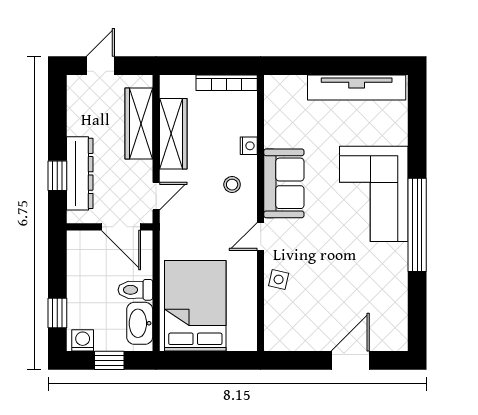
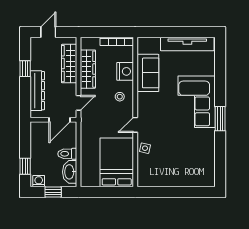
nightstand: (249, 146) -> (125, 71), width x1.89, depth x1.79
window: (57, 176) -> (25, 69), moved
sofa: (284, 183) -> (148, 73), moved
window: (417, 225) -> (220, 119), width x0.47
door: (121, 227) -> (60, 120), hinge flipped
bed: (195, 306) -> (117, 162), moved
door: (350, 360) -> (184, 192), removed

